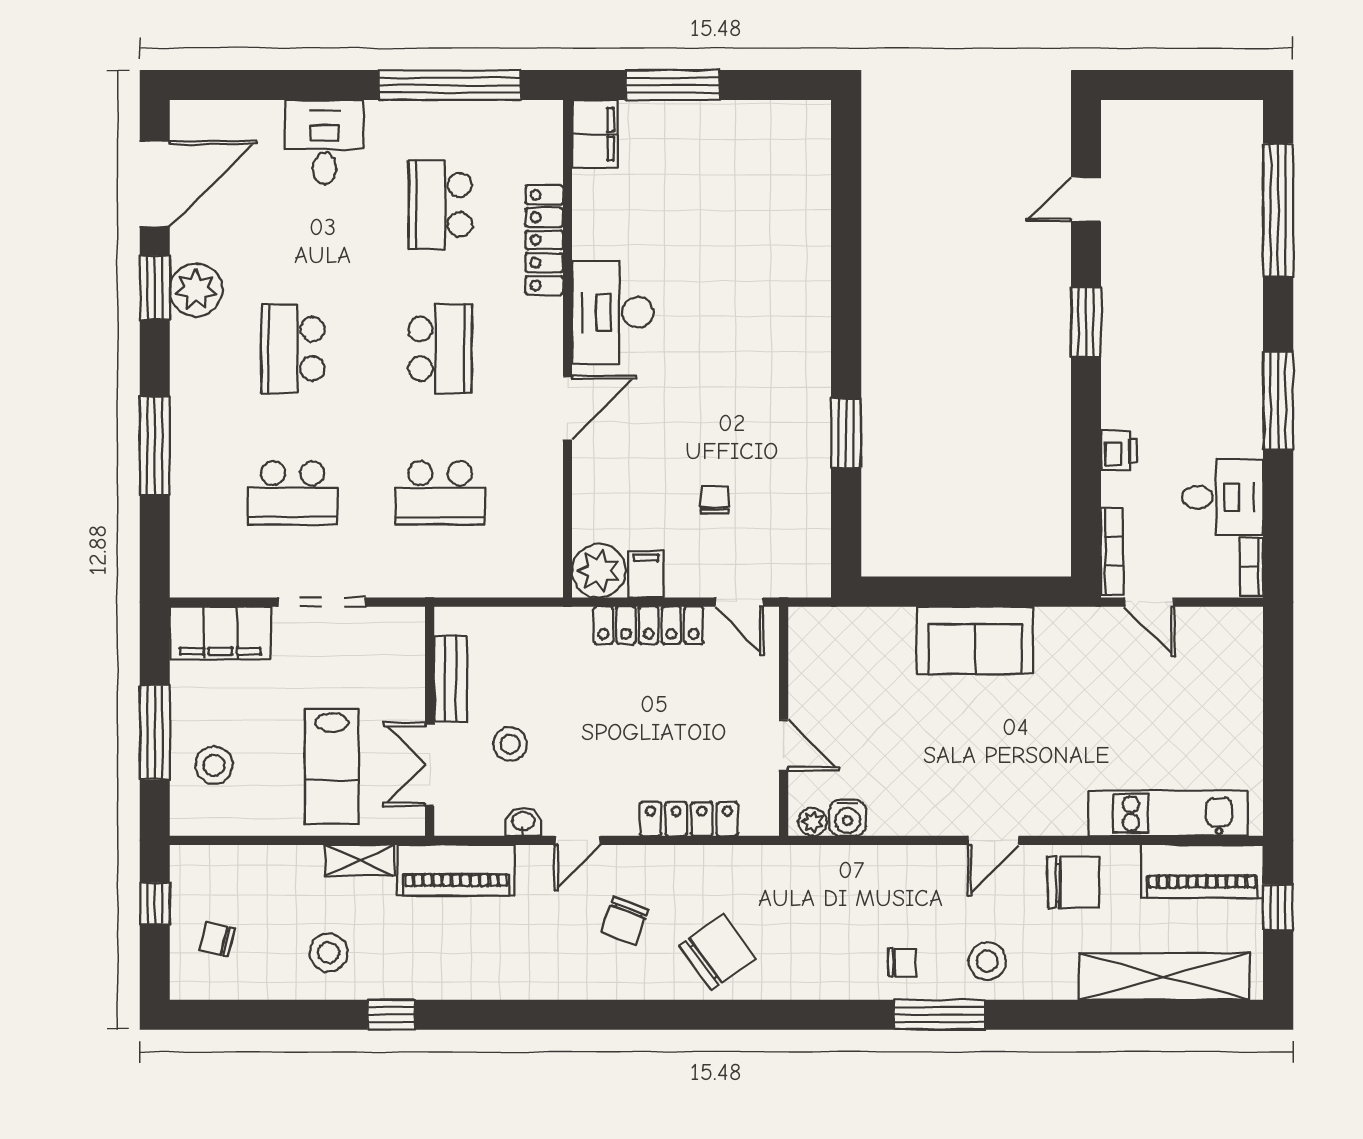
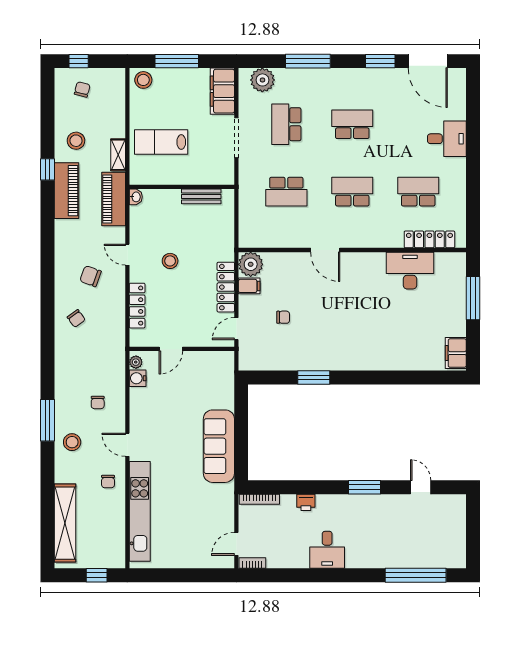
window: (450, 85) -> (473, 196), removed
filing cabinet: (595, 134) -> (456, 353), moved, turned 90
locker: (544, 240) -> (429, 239), moved
plant: (196, 290) -> (262, 80), moved
desk: (613, 312) -> (410, 271), moved
school desk: (440, 349) -> (352, 192), turned 180
window: (1278, 400) -> (329, 575), removed
school desk: (440, 493) -> (286, 192), turned -90
desk: (1223, 497) -> (327, 550), moved
door: (1149, 602) -> (236, 544), moved
sofa: (975, 640) -> (219, 446), width x1.36
stool: (510, 744) -> (170, 261), moved
stool: (214, 765) -> (143, 80), moved
double door: (430, 765) -> (162, 187), removed
kitchen unit: (1168, 813) -> (140, 511), width x1.36
washbasin: (523, 822) -> (136, 197), moved
piano: (1202, 871) -> (67, 191), moved, turned 180
chair: (1073, 883) -> (108, 482), width x0.54, depth x0.54
window: (155, 904) -> (79, 61), moved
chair: (717, 952) -> (76, 318), width x0.54, depth x0.54
chair: (902, 962) -> (98, 402), moved

